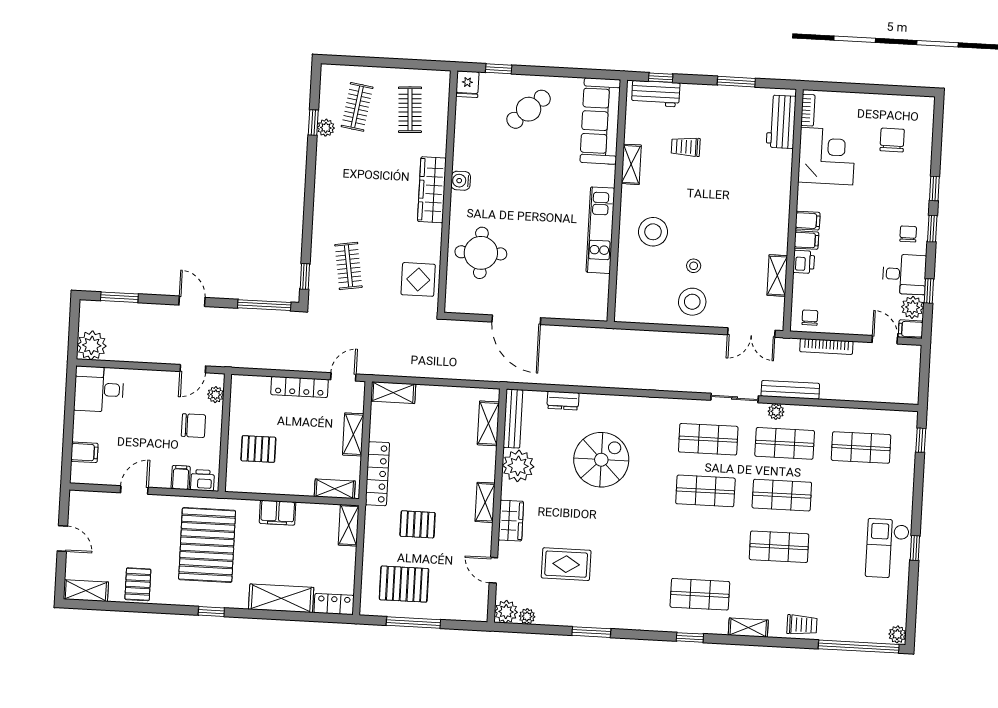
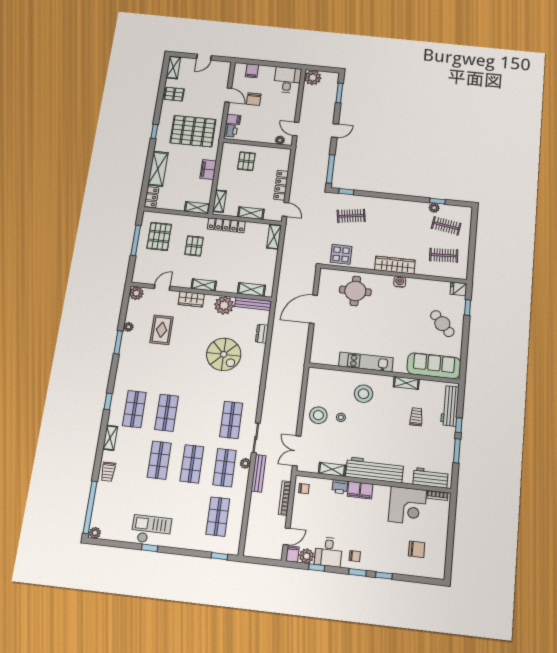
window: (661, 78) -> (459, 425), moved
workbench: (656, 94) -> (450, 406), width x1.38
workbench: (774, 209) -> (375, 470), added
chair: (193, 426) -> (254, 99), moved
shop shelf: (705, 491) -> (167, 413), moved
plant: (527, 616) -> (128, 327), moved

